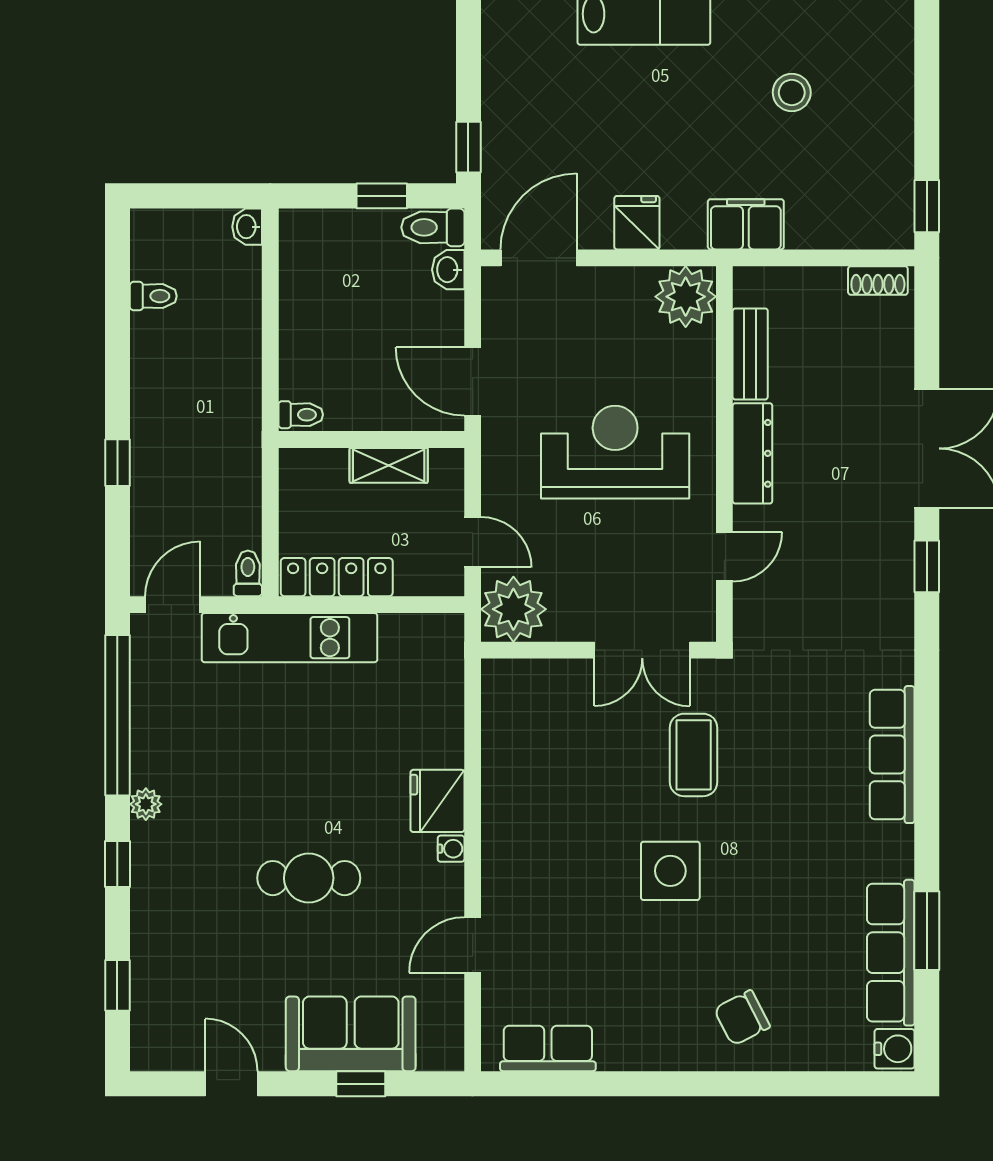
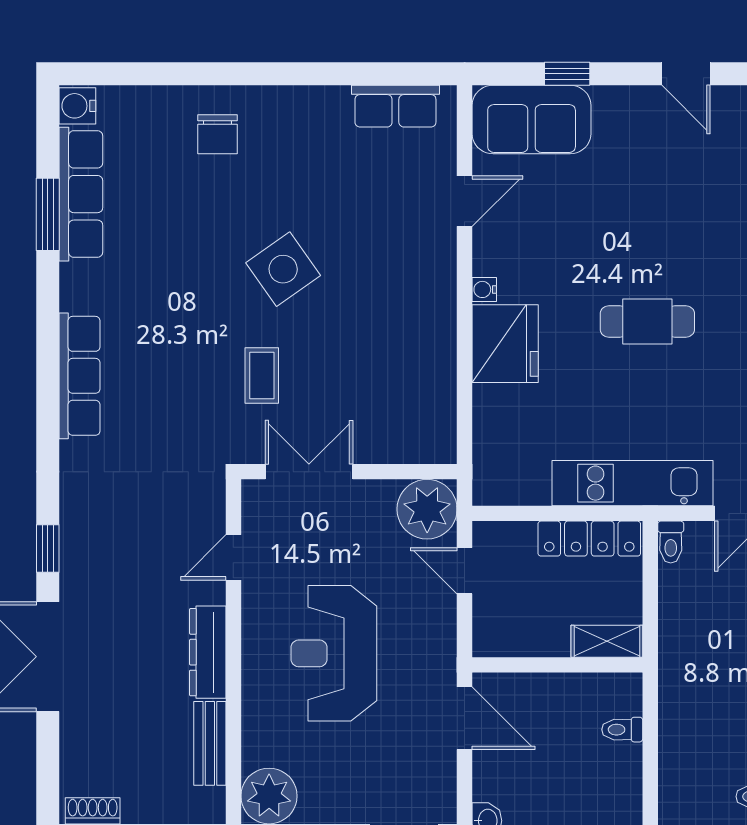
toilet: (301, 415) -> (622, 730), moved
reception desk: (615, 452) -> (334, 653), turned 90
shelving: (389, 465) -> (607, 641), moved
coffee table: (694, 755) -> (262, 375), width x0.73, depth x0.77
fridge: (437, 801) -> (505, 344), width x1.36, depth x1.34
side table: (670, 871) -> (283, 269), turned -35
cafe table: (309, 878) -> (647, 322), moved
chair: (742, 1018) -> (217, 134), turned 117
sofa: (351, 1034) -> (532, 120), moved

